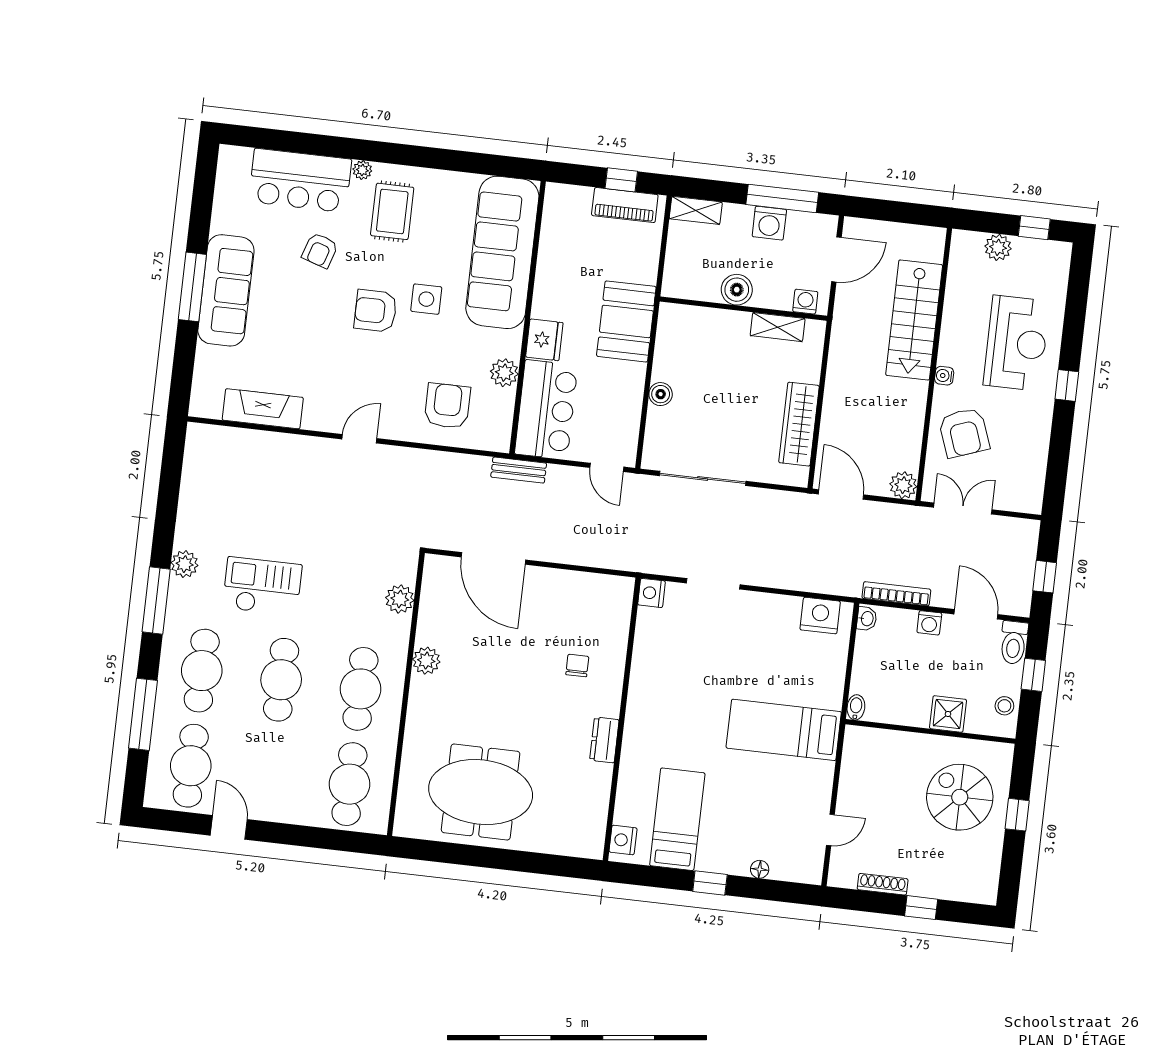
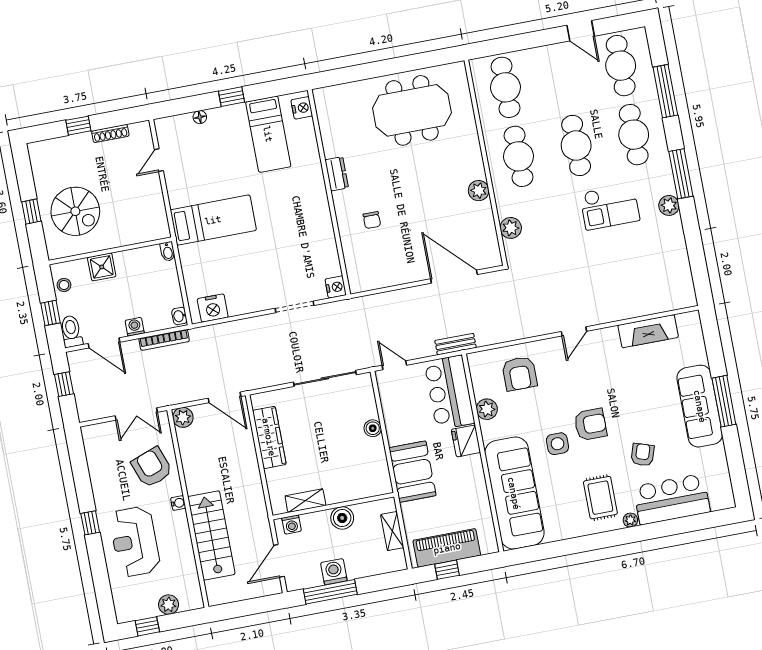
piano: (625, 205) -> (447, 548), width x1.37, depth x1.33
shelving: (696, 210) -> (392, 531), moved, turned 90

